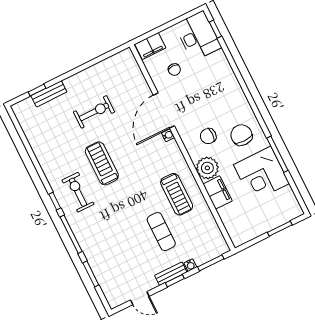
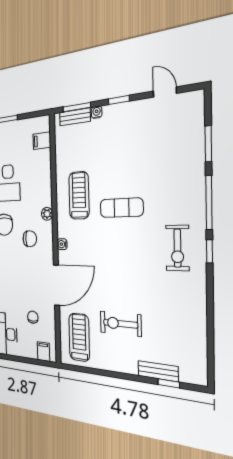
filing cabinet: (150, 46) -> (43, 352), width x0.50
water cooler: (168, 135) -> (62, 244), moved
treadmill: (102, 163) -> (79, 337), moved, turned 180
plant: (207, 168) -> (47, 214), width x0.53, depth x0.53
filing cabinet: (218, 192) -> (42, 141), moved, width x0.50
exercise mat: (161, 232) -> (121, 208), moved, turned 90
bench: (171, 274) -> (75, 117), moved

